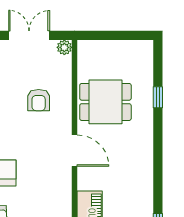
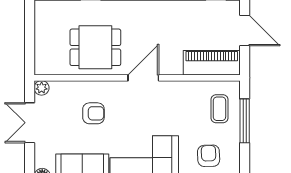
dining table: (105, 102) -> (95, 47), turned 90

